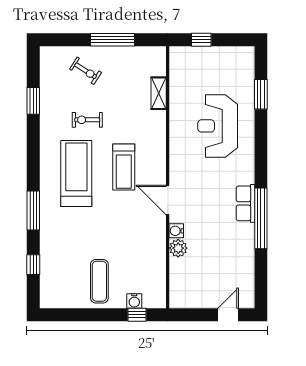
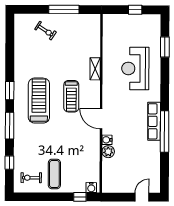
window: (201, 40) -> (135, 10), moved
shelving: (159, 93) -> (95, 69), moved
window: (33, 101) -> (10, 91), moved
exercise bike: (87, 120) -> (31, 178), moved
row of seats: (245, 203) -> (154, 121), width x1.48
water cooler: (134, 301) -> (91, 188), moved

